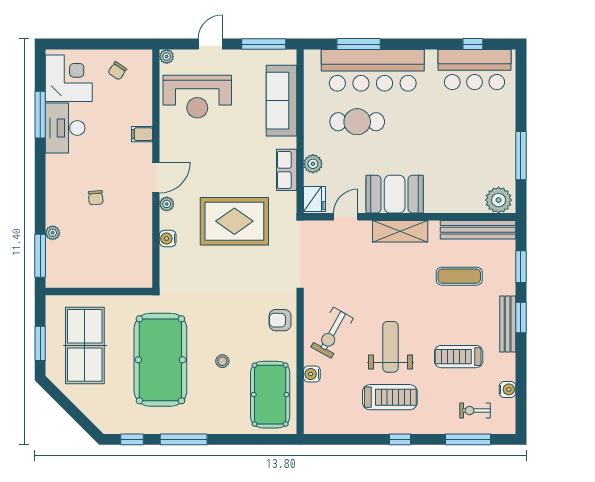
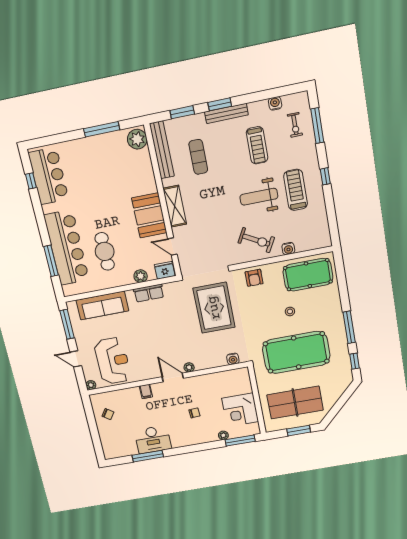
corner desk: (69, 78) -> (240, 410), moved, turned -90
rug: (234, 221) -> (214, 308), moved
water cooler: (168, 238) -> (233, 359), moved

